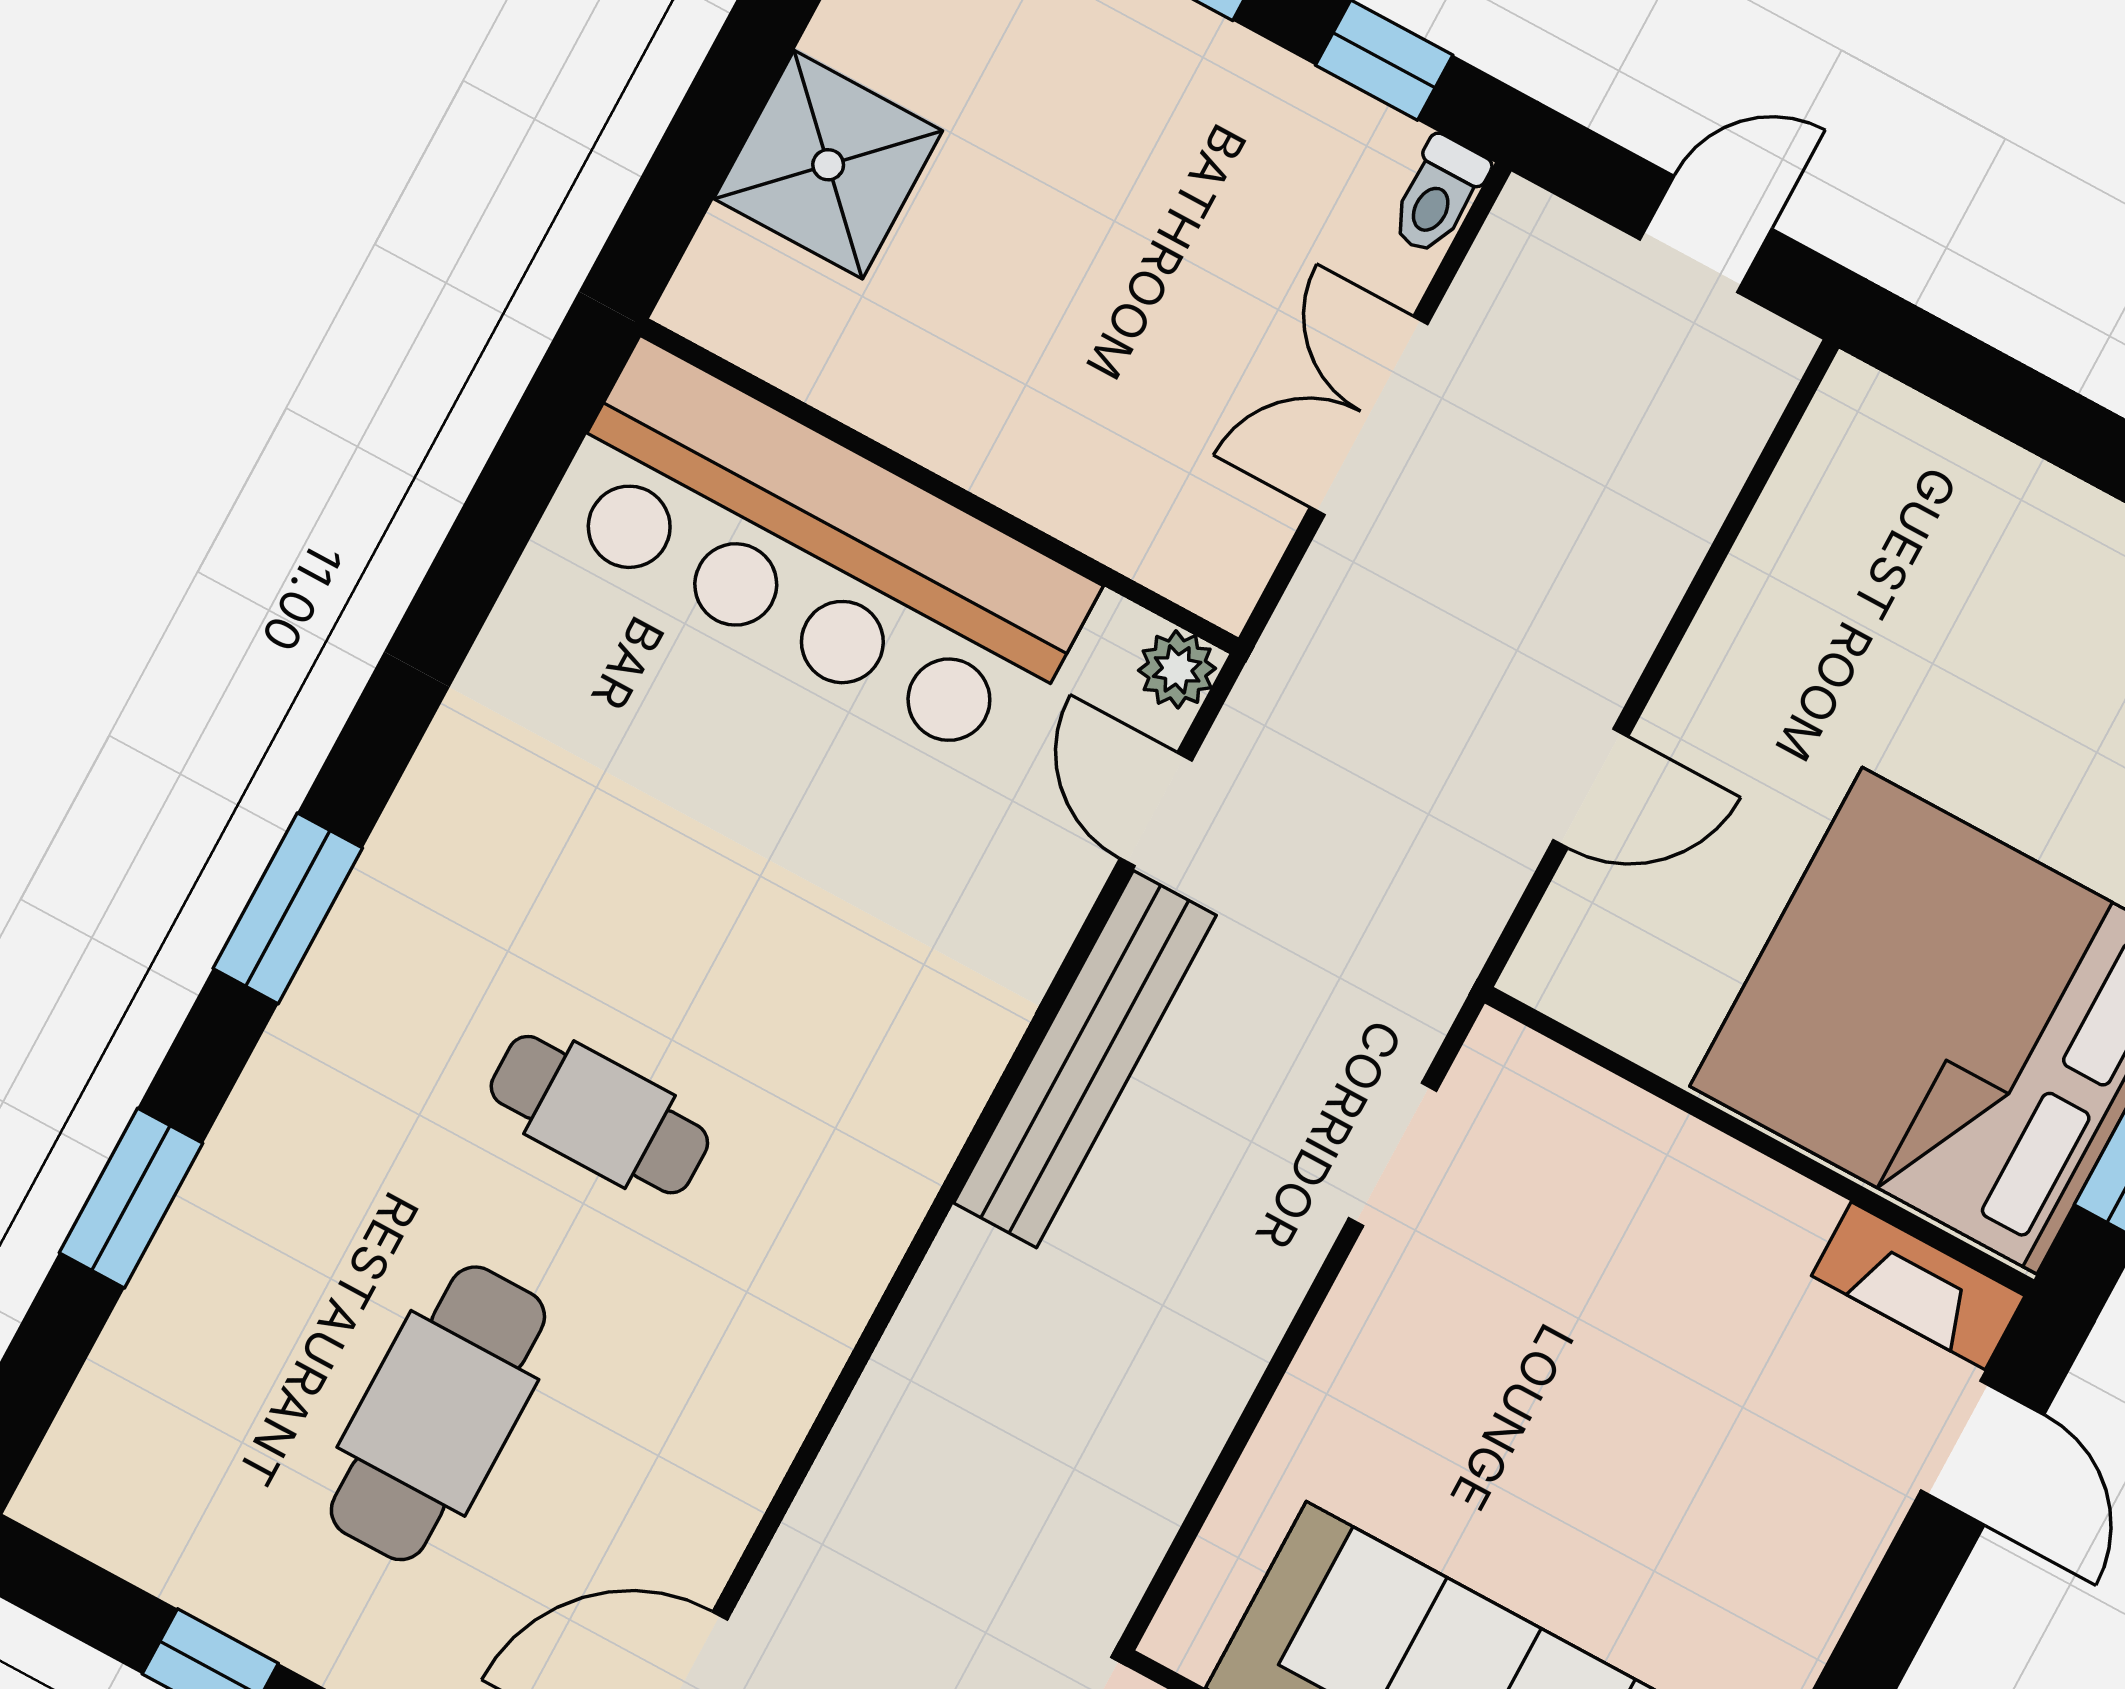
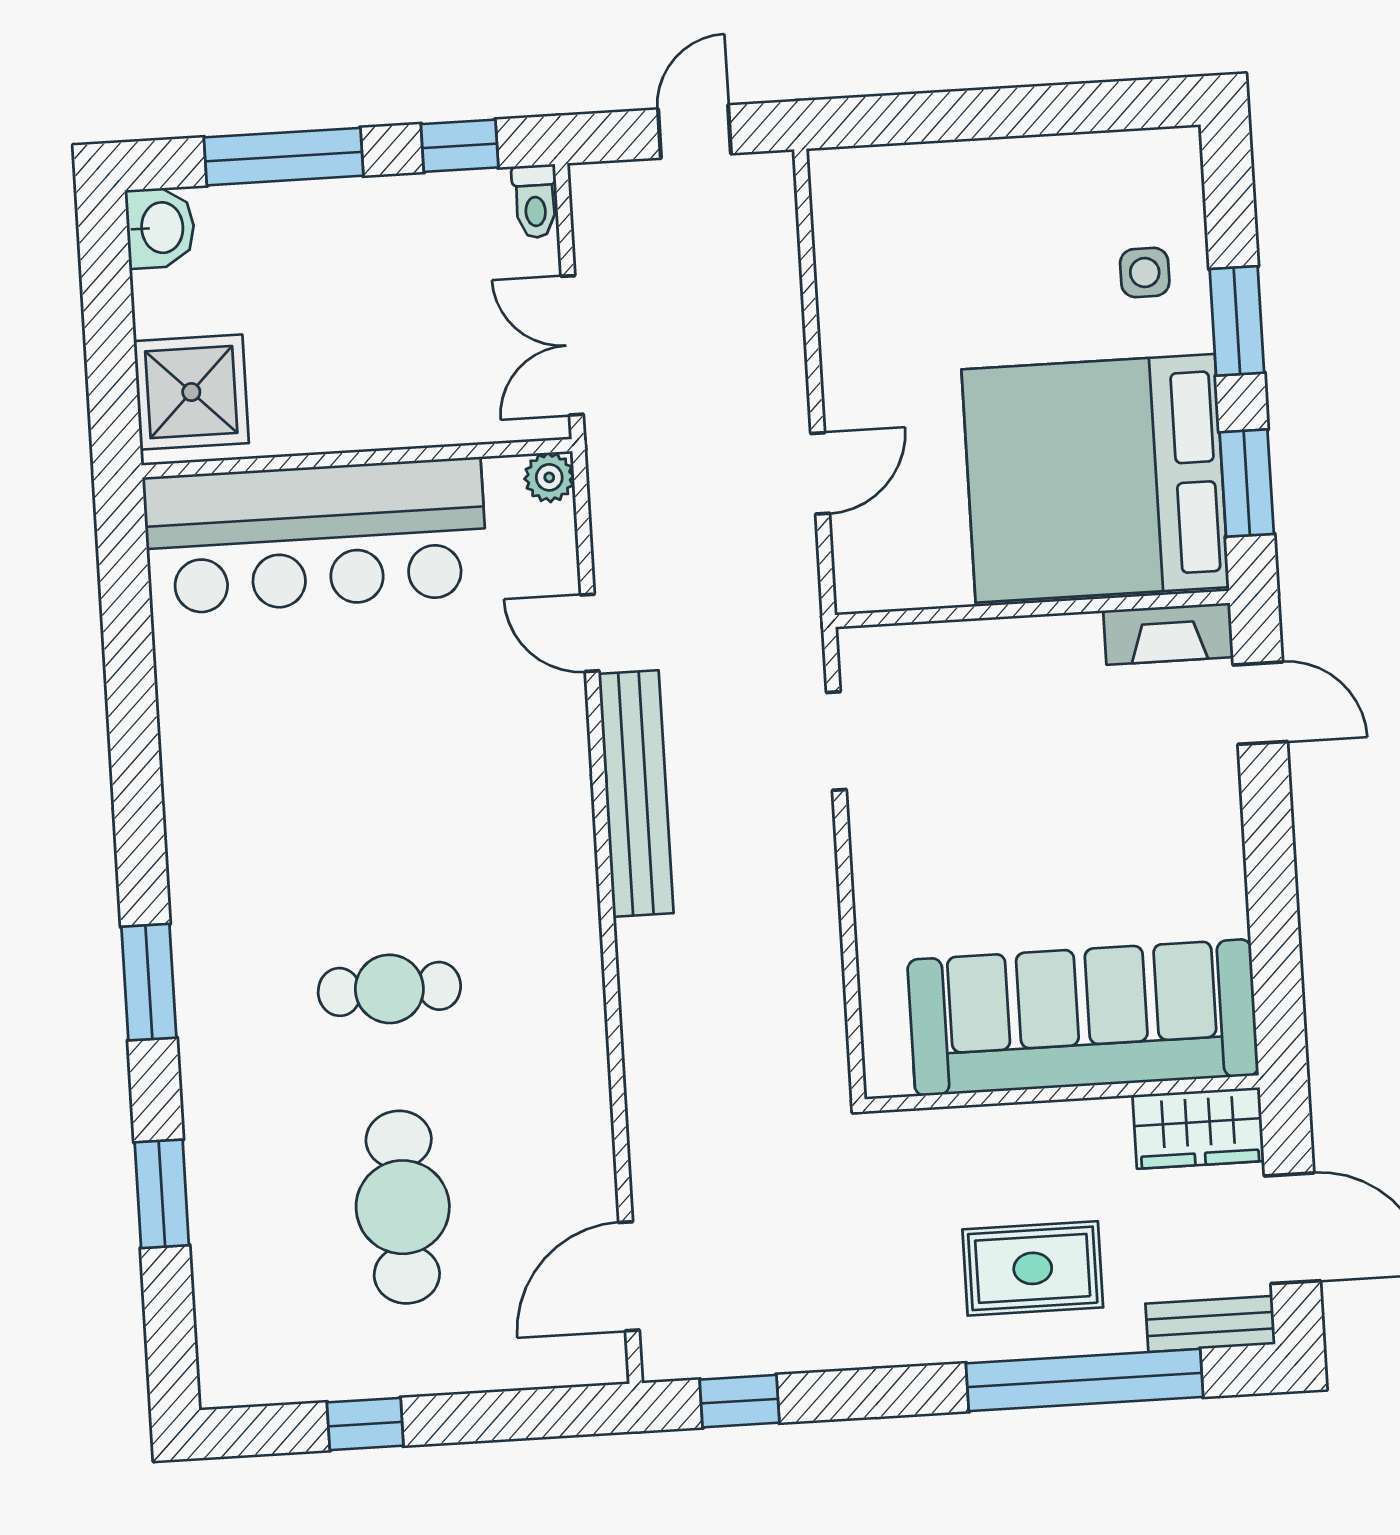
wall: (939, 486) -> (357, 458), moved
bar counter: (821, 555) -> (315, 536), moved
plant: (1177, 669) -> (549, 477), moved

